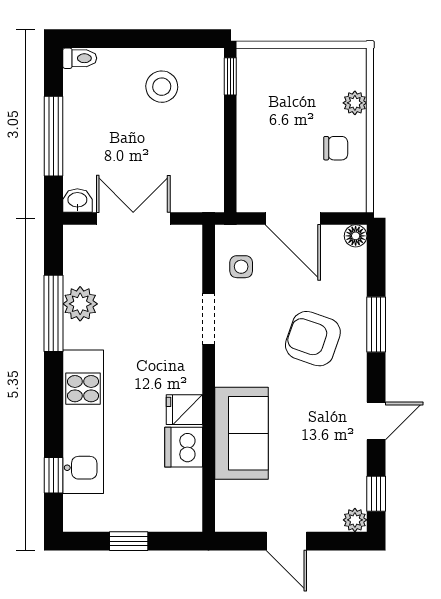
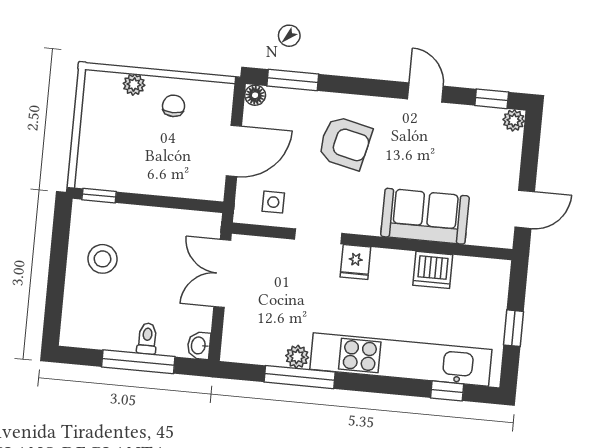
toilet: (80, 58) -> (147, 339), moved
double door: (133, 218) -> (222, 274), moved
plant: (80, 304) -> (297, 357), width x0.73, depth x0.73
window: (376, 324) -> (293, 80), moved
armchair: (313, 339) -> (345, 143), turned -96
fridge: (184, 410) -> (355, 262), moved
kitchen unit: (83, 422) -> (401, 359), width x1.36
door: (286, 541) -> (525, 209), moved

